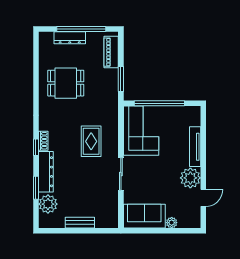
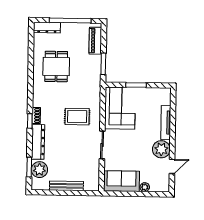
dresser: (70, 38) -> (47, 28), moved
dining table: (66, 83) -> (56, 67), turned 90
window: (159, 103) -> (136, 85), width x0.47
rug: (91, 141) -> (77, 117), turned 90
window: (36, 188) -> (29, 167), moved
bench: (80, 223) -> (66, 186), width x1.36

